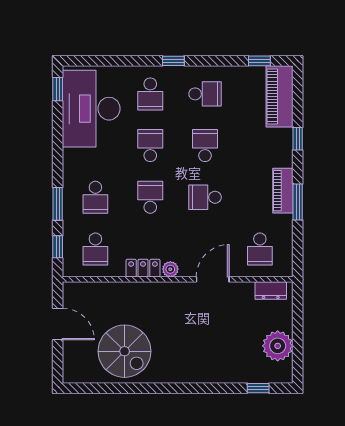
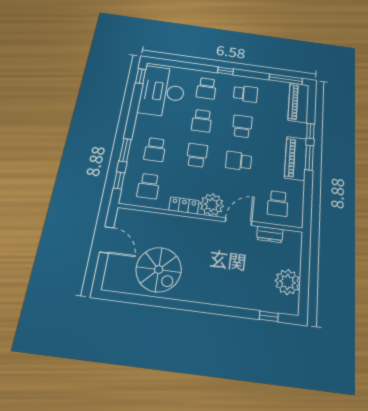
window: (259, 61) -> (286, 79), width x2.17
school desk: (150, 146) -> (202, 121), turned 180
piano: (283, 191) -> (296, 158), width x1.37, depth x1.33
window: (298, 202) -> (309, 158), moved
plant: (170, 269) -> (212, 205), width x1.88, depth x1.88
dresser: (271, 291) -> (270, 234), moved

